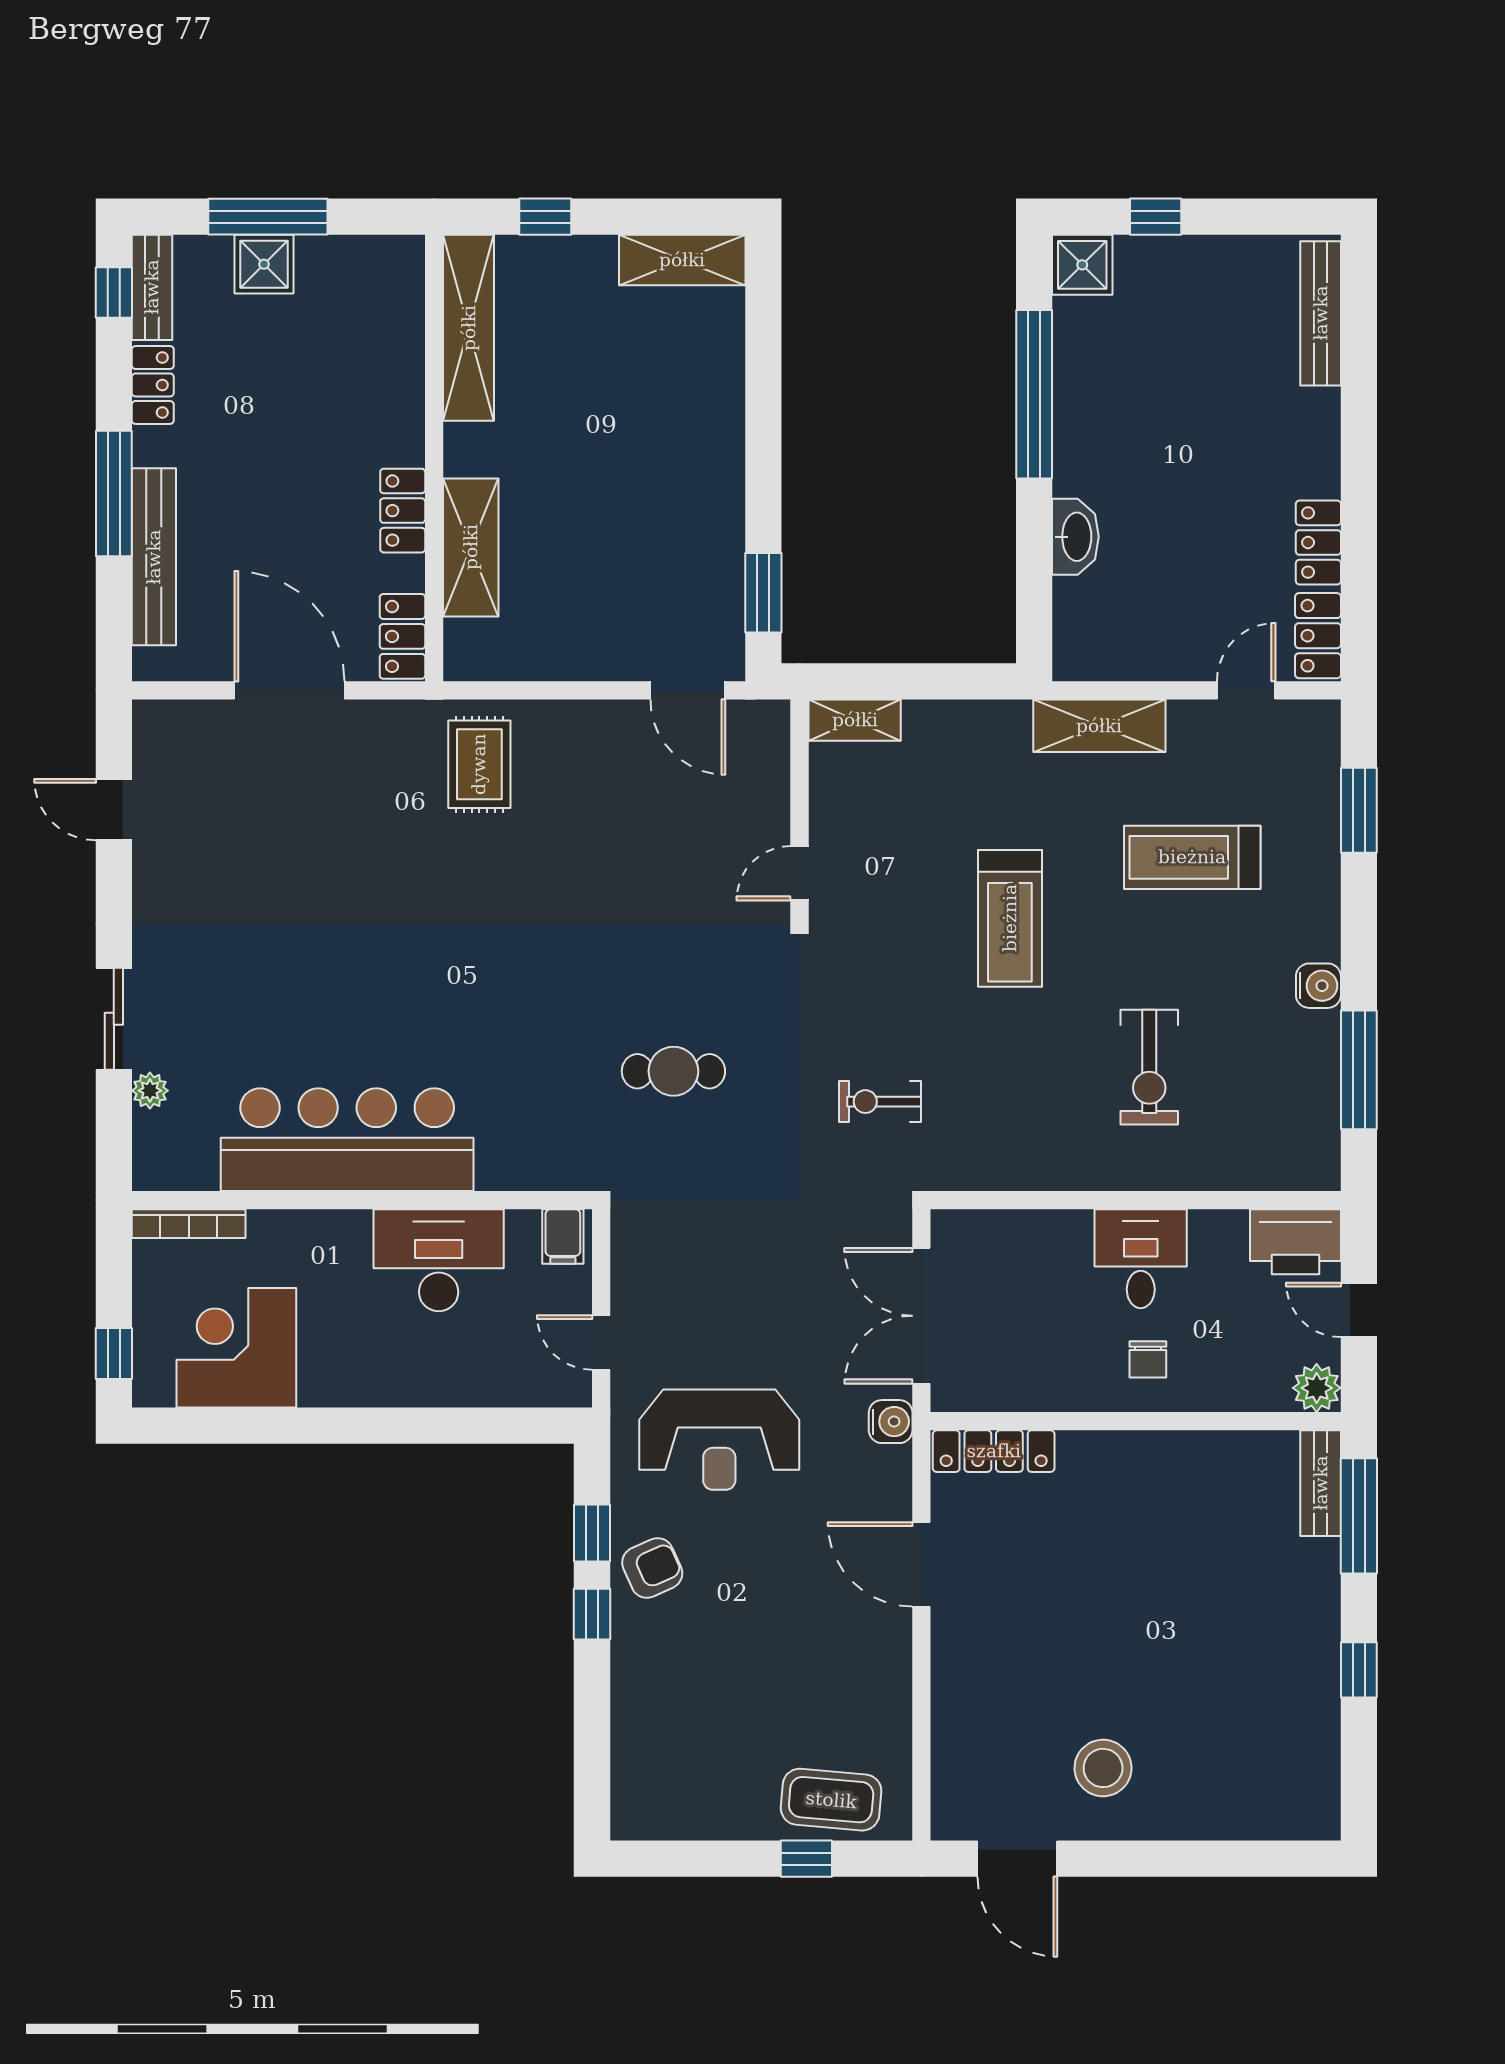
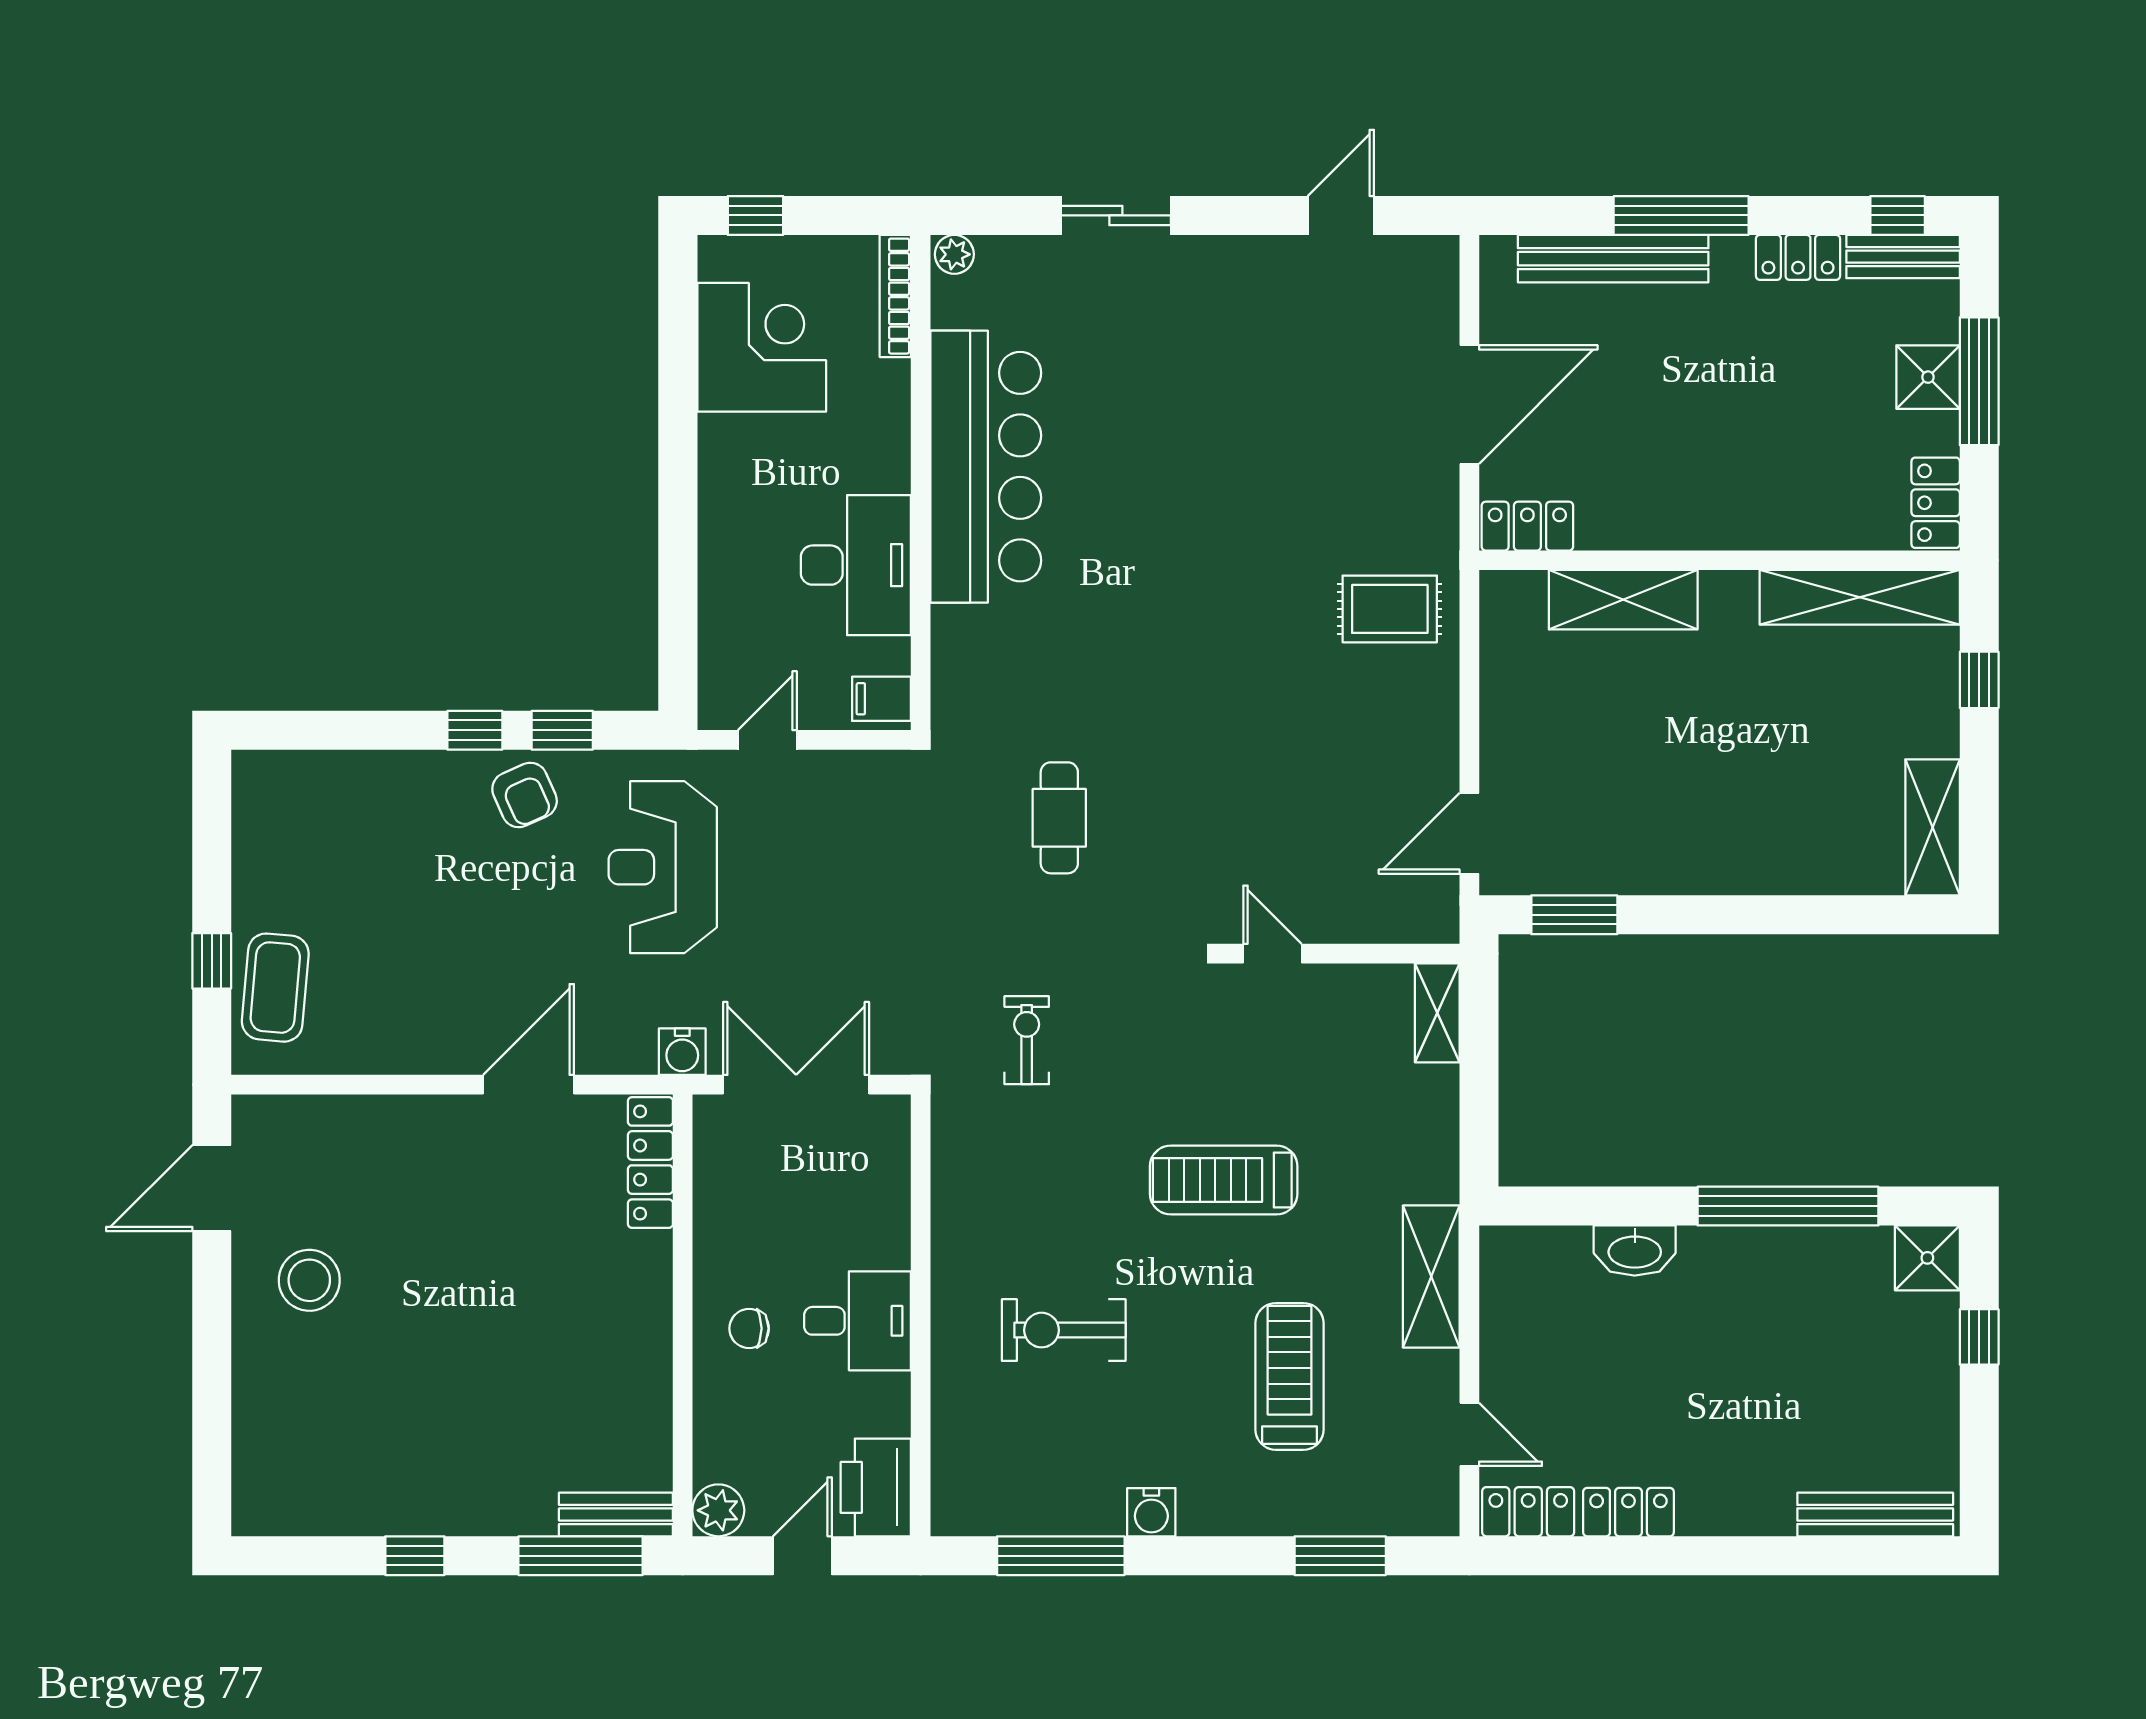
locker: (403, 511) -> (1936, 503), moved, turned -90
plant: (150, 1091) -> (954, 254), moved

